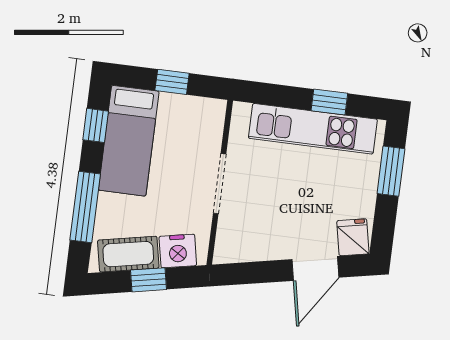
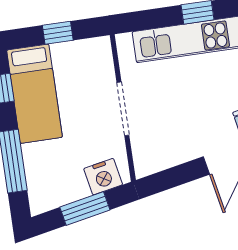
cot: (128, 254) -> (61, 191), removed
window: (148, 280) -> (85, 208), width x1.50

